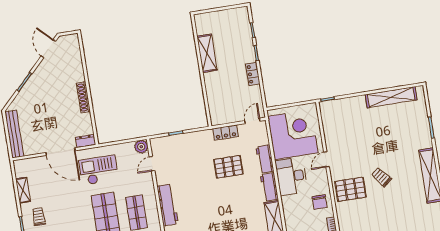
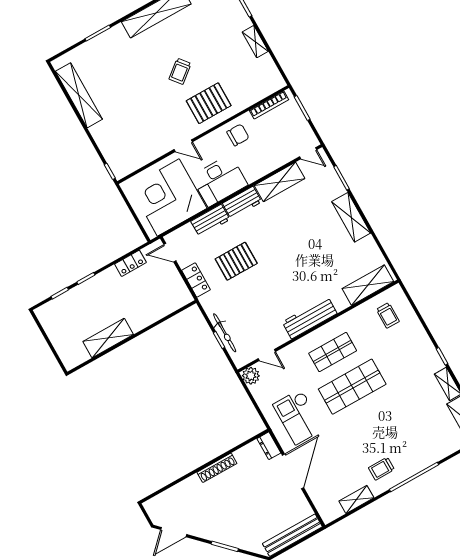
locker: (253, 74) -> (130, 263), moved
bicycle: (179, 139) -> (225, 333), added
pallet: (228, 167) -> (236, 261), turned 90
pallet: (351, 189) -> (209, 103), turned 90

